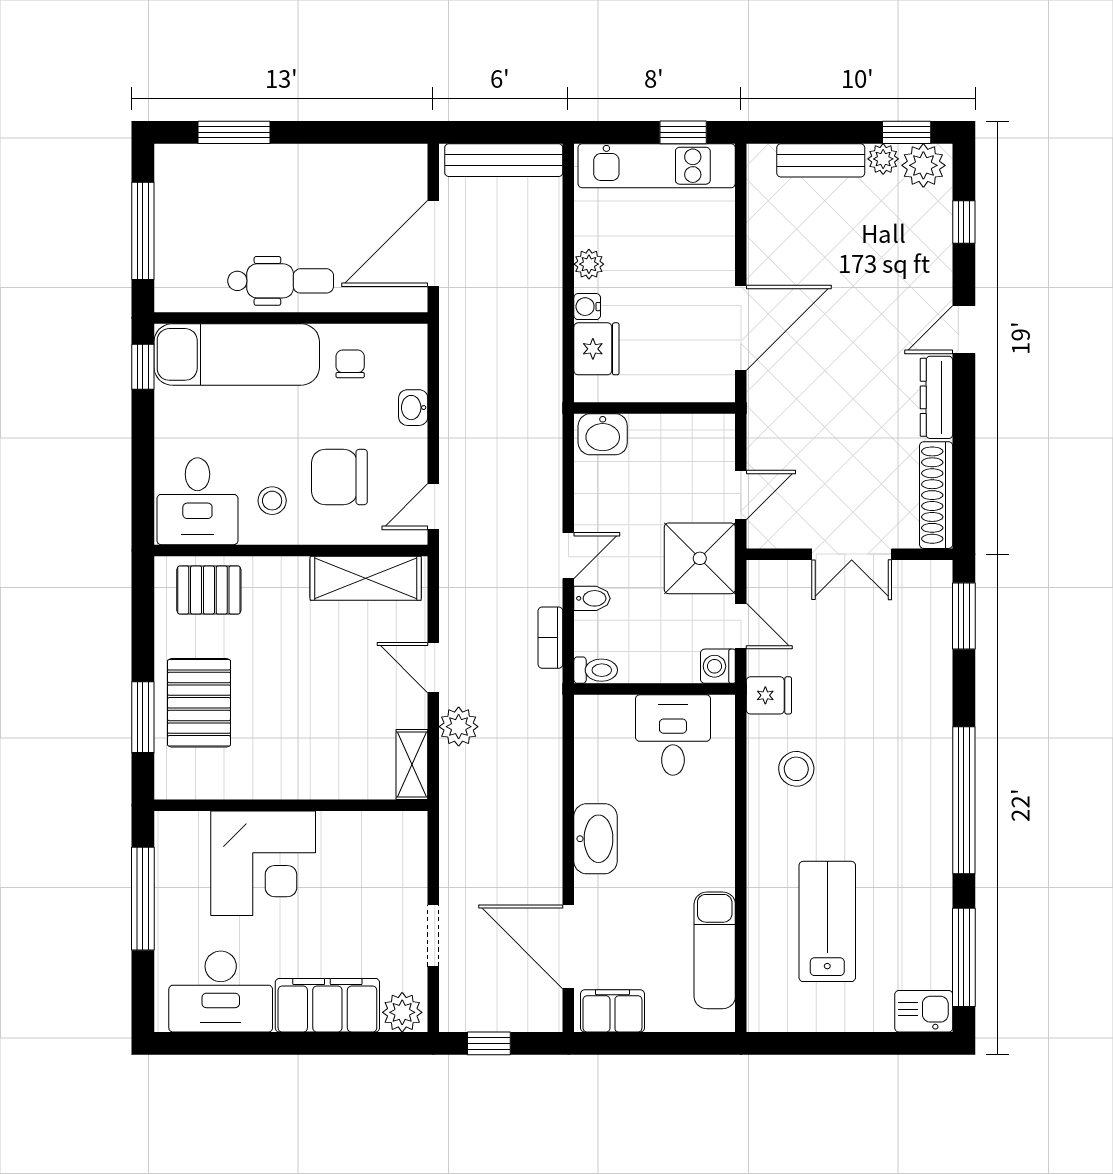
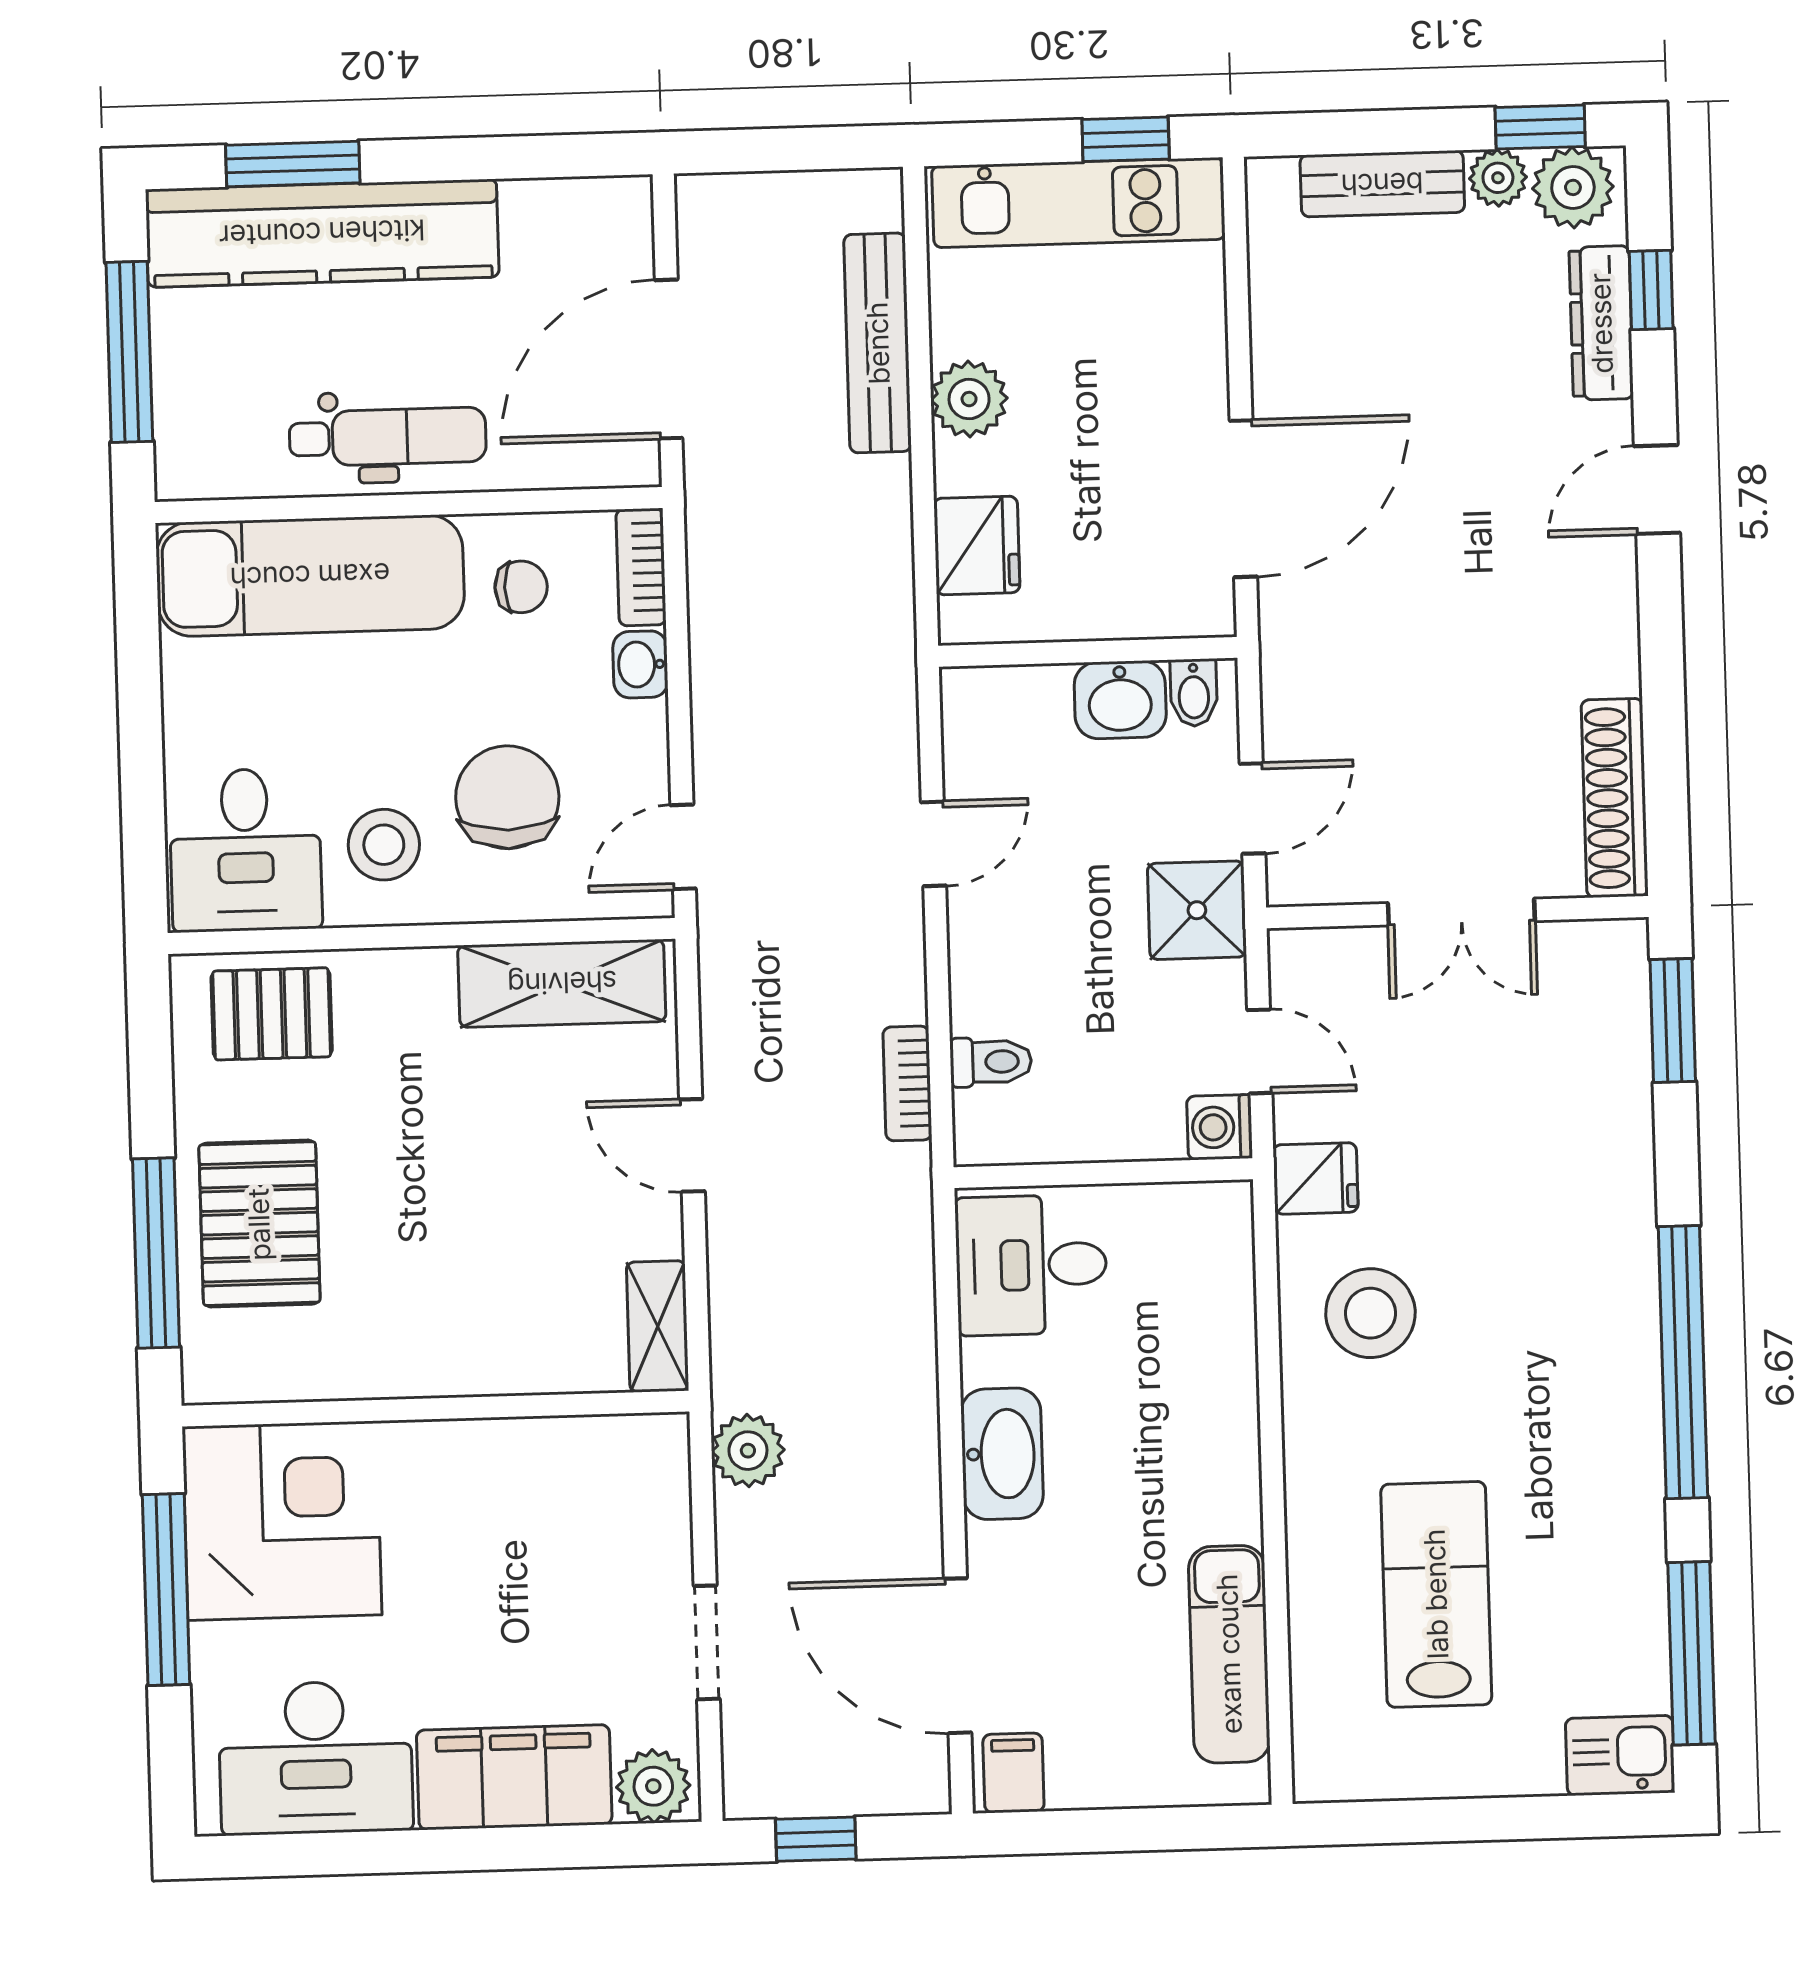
bench: (504, 160) -> (878, 343), moved, turned 90
kitchen counter: (249, 170) -> (322, 233), added
plant: (589, 264) -> (969, 399), width x1.38, depth x1.38
water cooler: (587, 307) -> (957, 468), removed
bookcase: (415, 355) -> (641, 567), added
chair: (350, 364) -> (521, 587), turned 90
window: (143, 367) -> (137, 604), removed
dresser: (936, 397) -> (1601, 323), moved
washbasin: (603, 434) -> (1120, 700), moved
chair: (339, 477) -> (507, 797), turned 90
stool: (272, 501) -> (384, 845), width x1.37, depth x1.37
door: (568, 556) -> (934, 844), moved
shower: (700, 558) -> (1197, 910), width x0.73, depth x0.73
bidet: (592, 598) -> (1194, 693), moved, turned 90
toilet: (596, 670) -> (991, 1062), moved
window: (143, 717) -> (156, 1253), width x1.44
plant: (459, 727) -> (748, 1451), moved
desk: (673, 735) -> (1031, 1265), moved, turned -90
stool: (796, 769) -> (1370, 1313), width x1.38, depth x1.38
corner desk: (263, 863) -> (282, 1521), moved, turned -90
filing cabinet: (612, 1011) -> (1013, 1773), width x0.50

